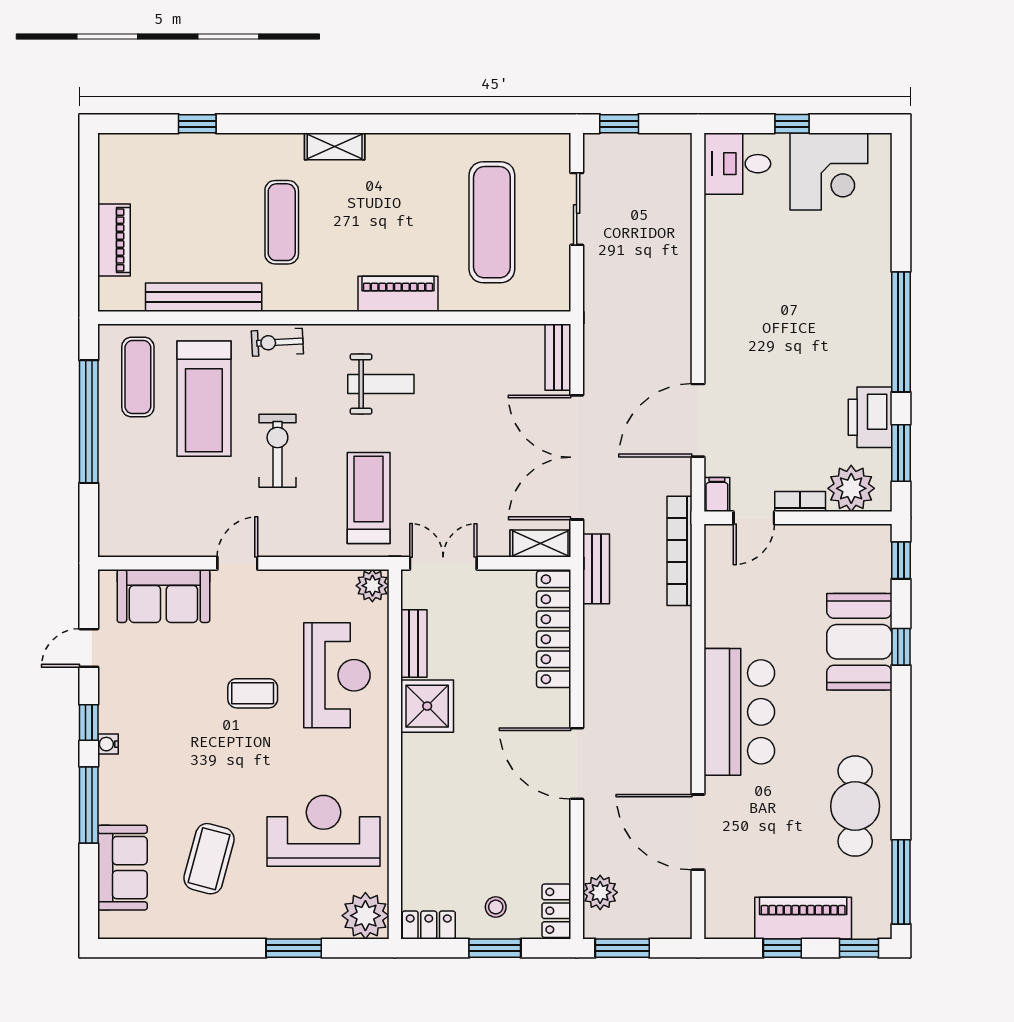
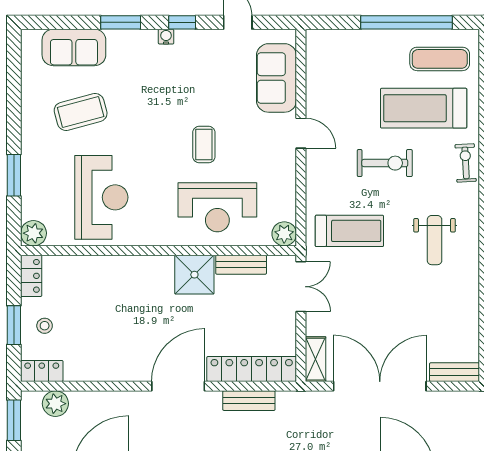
bench: (596, 569) -> (249, 401), moved
door: (577, 763) -> (178, 386), moved
window: (89, 805) -> (121, 22), width x0.69
coffee table: (209, 859) -> (81, 112), turned -30
plant: (365, 916) -> (33, 233), width x0.73, depth x0.73

